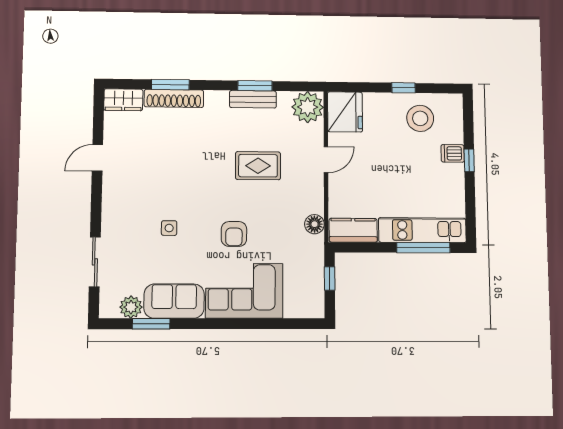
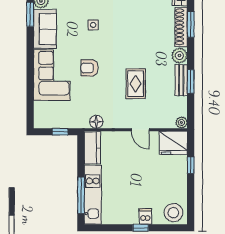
window: (404, 88) -> (191, 165), moved
plant: (216, 101) -> (179, 56), added
plant: (308, 107) -> (181, 122), width x0.53, depth x0.53
stool: (420, 118) -> (173, 213), moved

